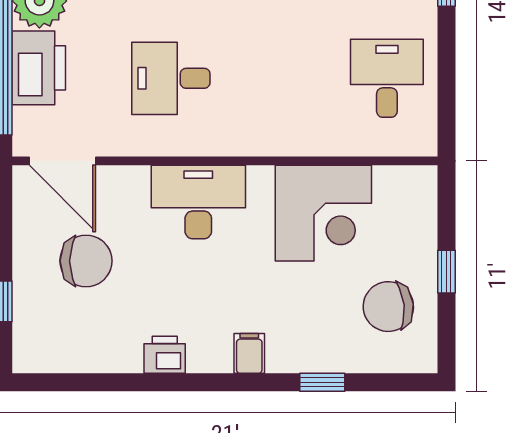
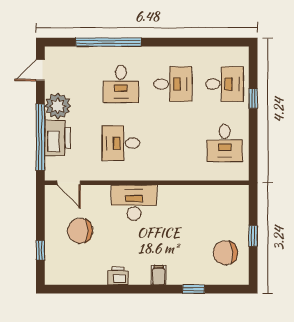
desk: (387, 78) -> (225, 143), turned 180
door: (63, 161) -> (69, 183), width x0.73
corner desk: (323, 213) -> (194, 208), removed
chair: (86, 261) -> (80, 231), turned 180

